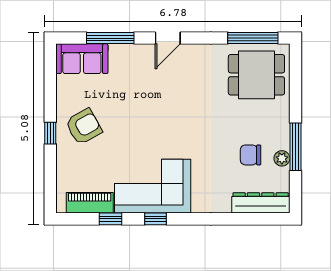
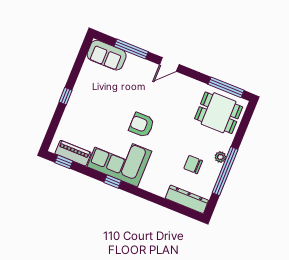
armchair: (84, 126) -> (142, 125), moved, turned -151
window: (295, 147) -> (225, 171), width x1.46
plant: (282, 158) -> (220, 157), moved
window: (110, 219) -> (64, 162), moved

